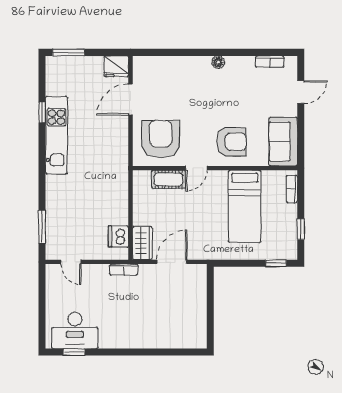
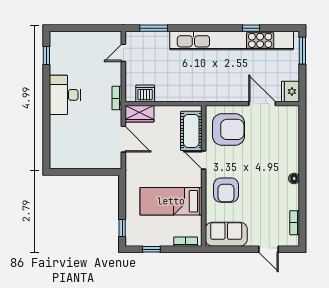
kitchen unit: (56, 135) -> (232, 40), width x1.86
cot: (169, 179) -> (191, 131), width x1.37, depth x1.34
desk: (75, 330) -> (65, 95), moved

